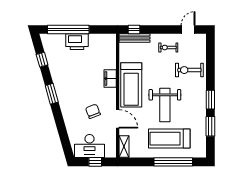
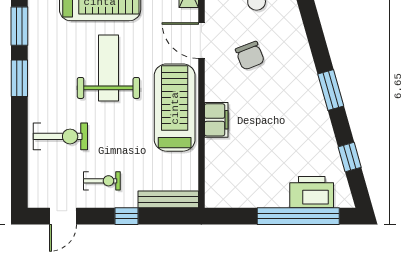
window: (134, 30) -> (126, 216), moved
printer: (77, 42) -> (312, 192), moved

